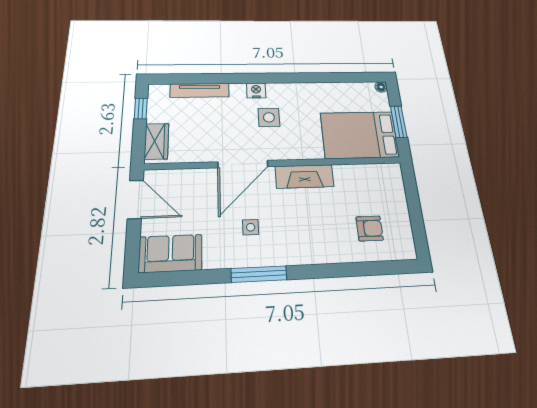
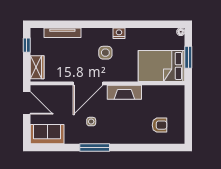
nightstand: (256, 90) -> (119, 33), moved

